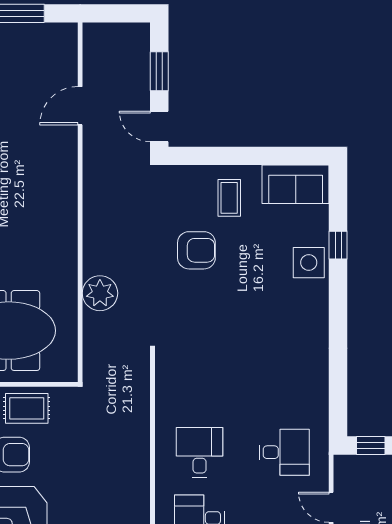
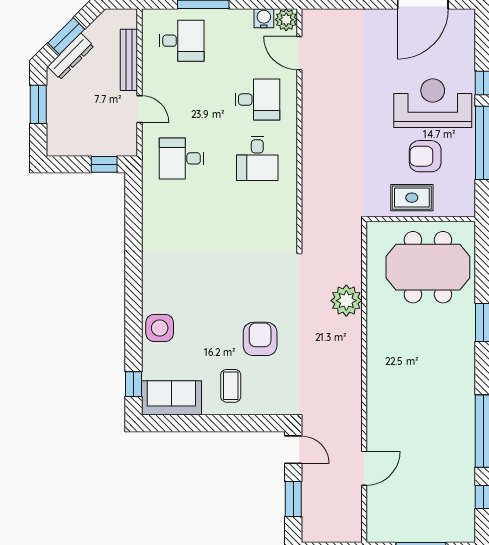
window: (338, 245) -> (133, 384), moved
armchair: (196, 250) -> (260, 339), turned 90

